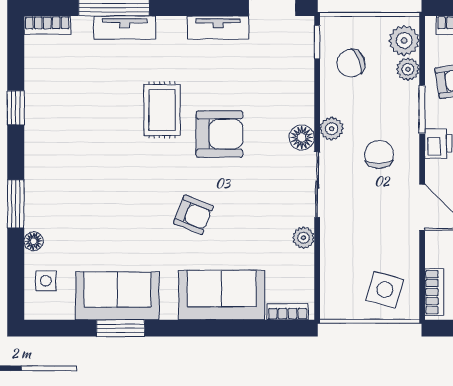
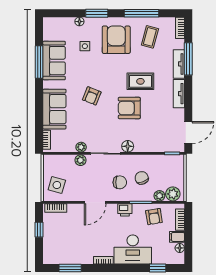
tv unit: (218, 28) -> (179, 94), moved
chair: (351, 63) -> (142, 178), moved
coffee table: (67, 90) -> (150, 37), added
window: (16, 108) -> (141, 13), width x2.17
plant: (331, 129) -> (80, 160), moved
armchair: (219, 134) -> (129, 108), turned 90
armchair: (73, 162) -> (116, 40), added
side table: (46, 281) -> (85, 46), moved
window: (120, 328) -> (39, 62), width x1.44

